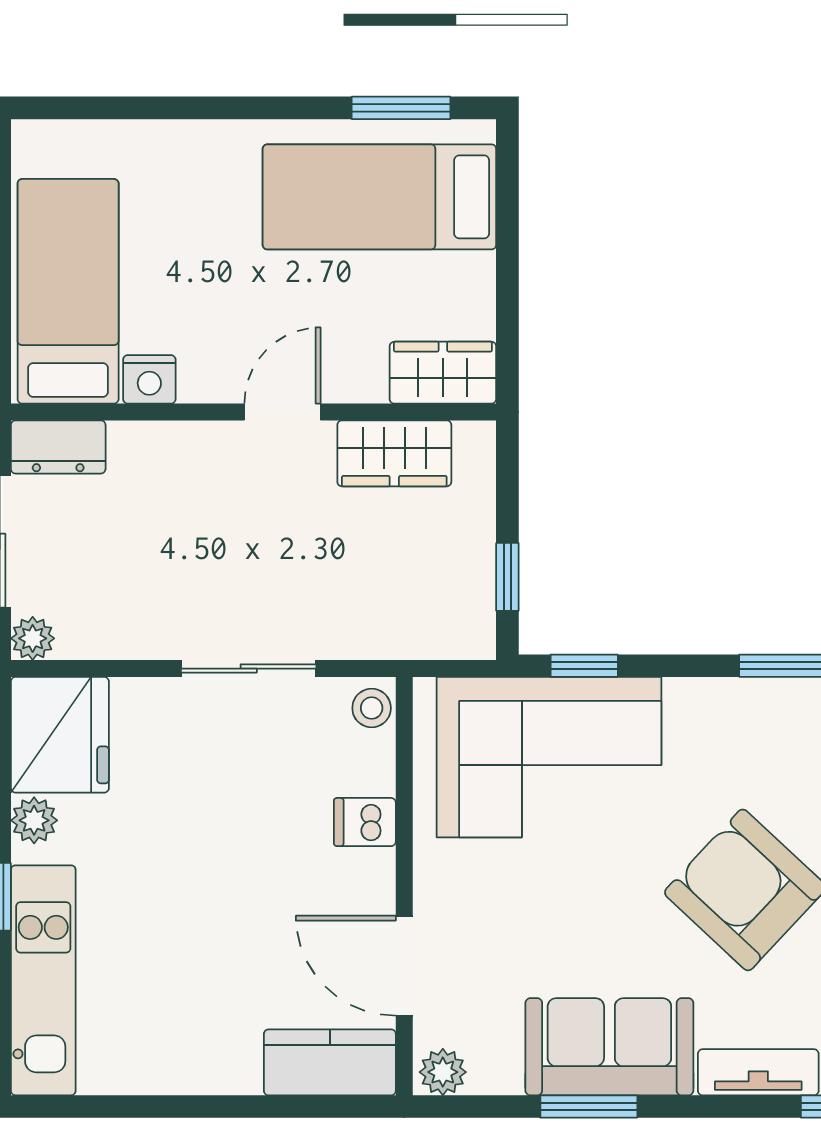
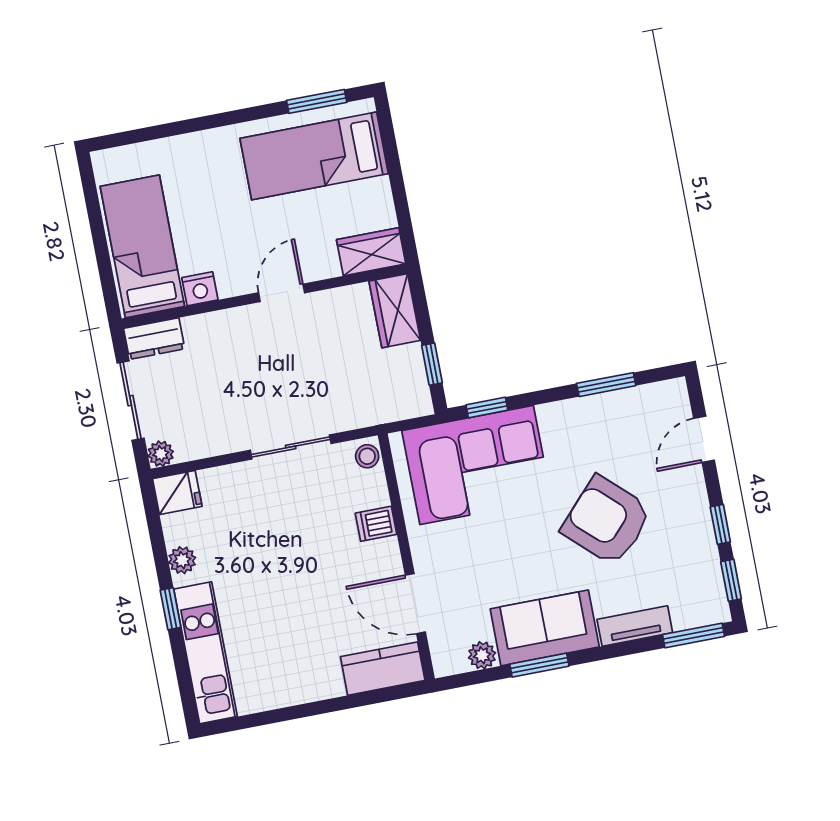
wardrobe: (394, 453) -> (395, 311), moved, turned 90
fridge: (60, 735) -> (177, 493), width x0.53, depth x0.75
plant: (443, 1072) -> (482, 655), moved

